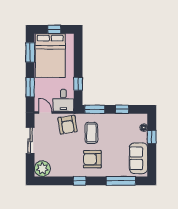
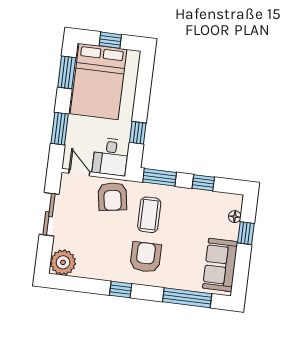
armchair: (92, 159) -> (146, 257), turned 90

